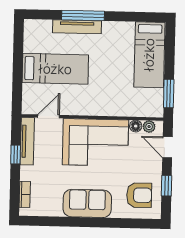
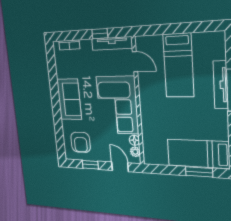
window: (169, 93) -> (199, 172), moved
door: (167, 147) -> (120, 167), hinge flipped

